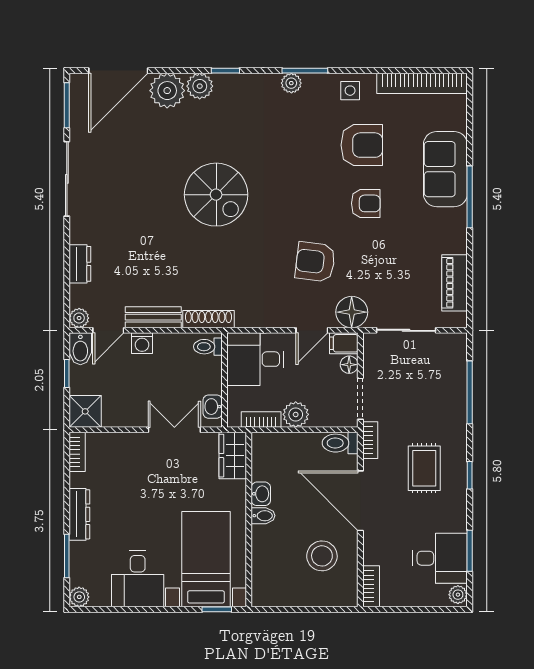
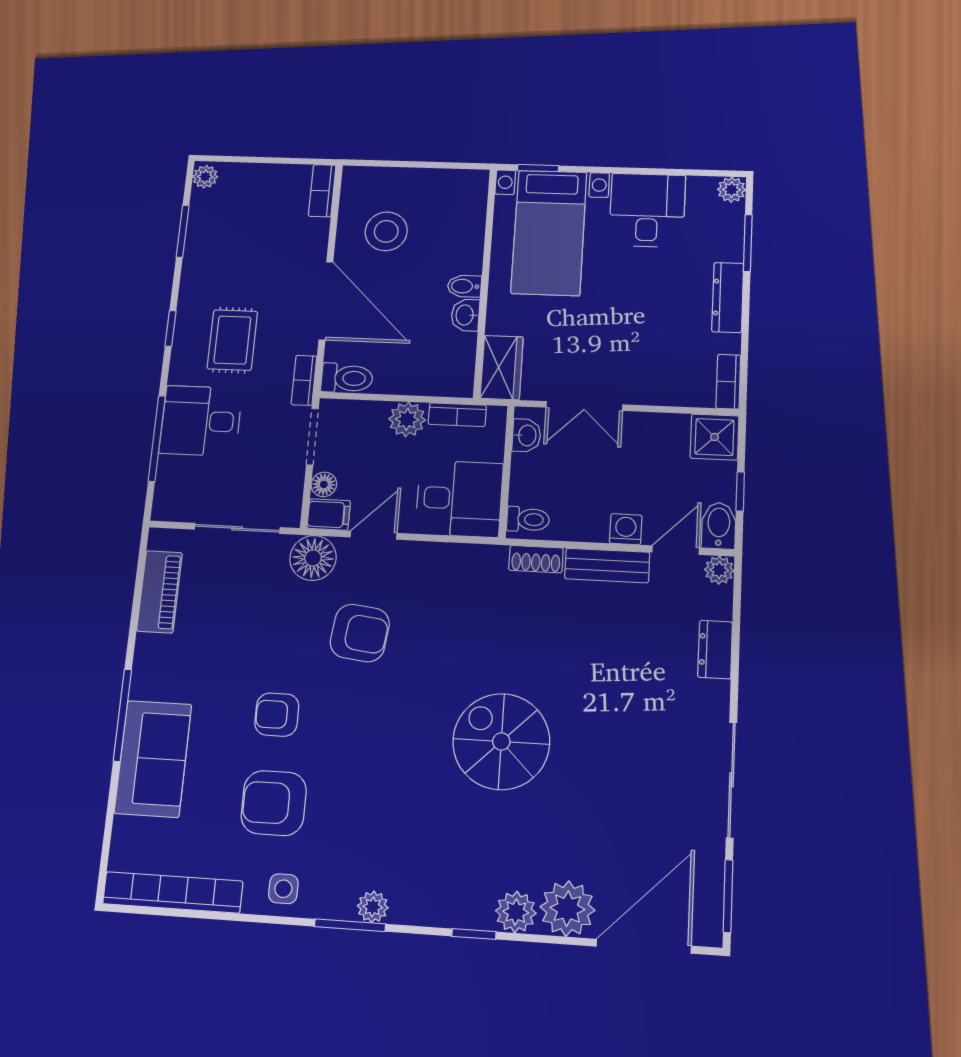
shoe rack: (209, 319) -> (536, 559), width x0.70
desk: (440, 558) -> (201, 421), moved

